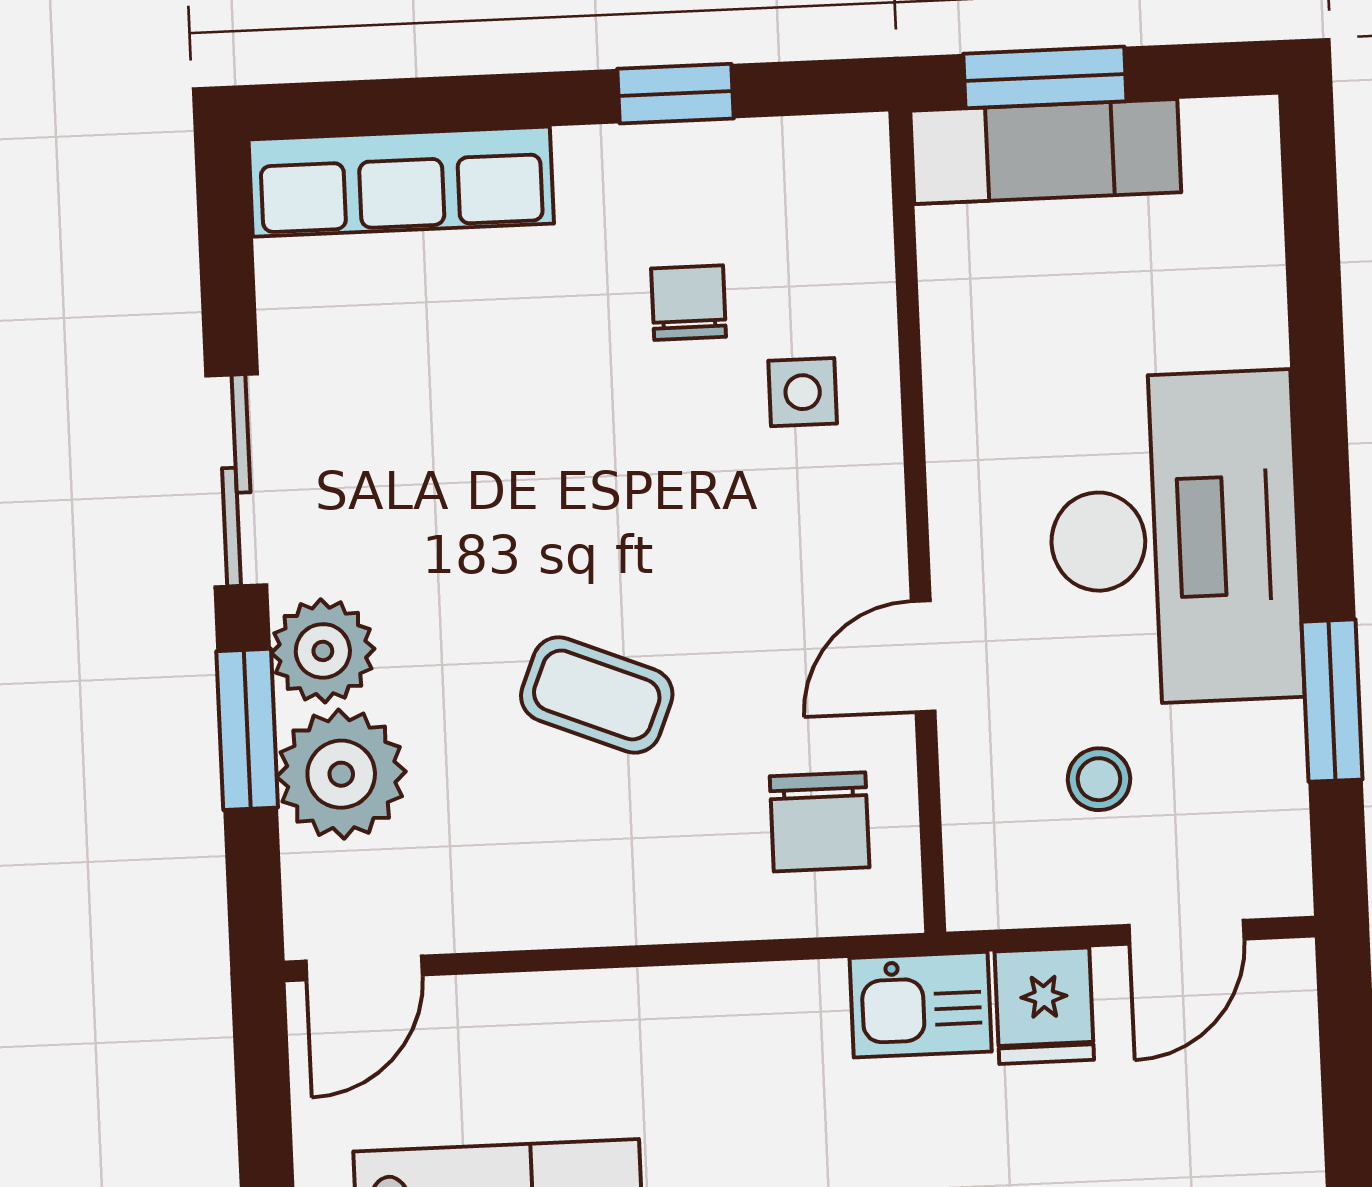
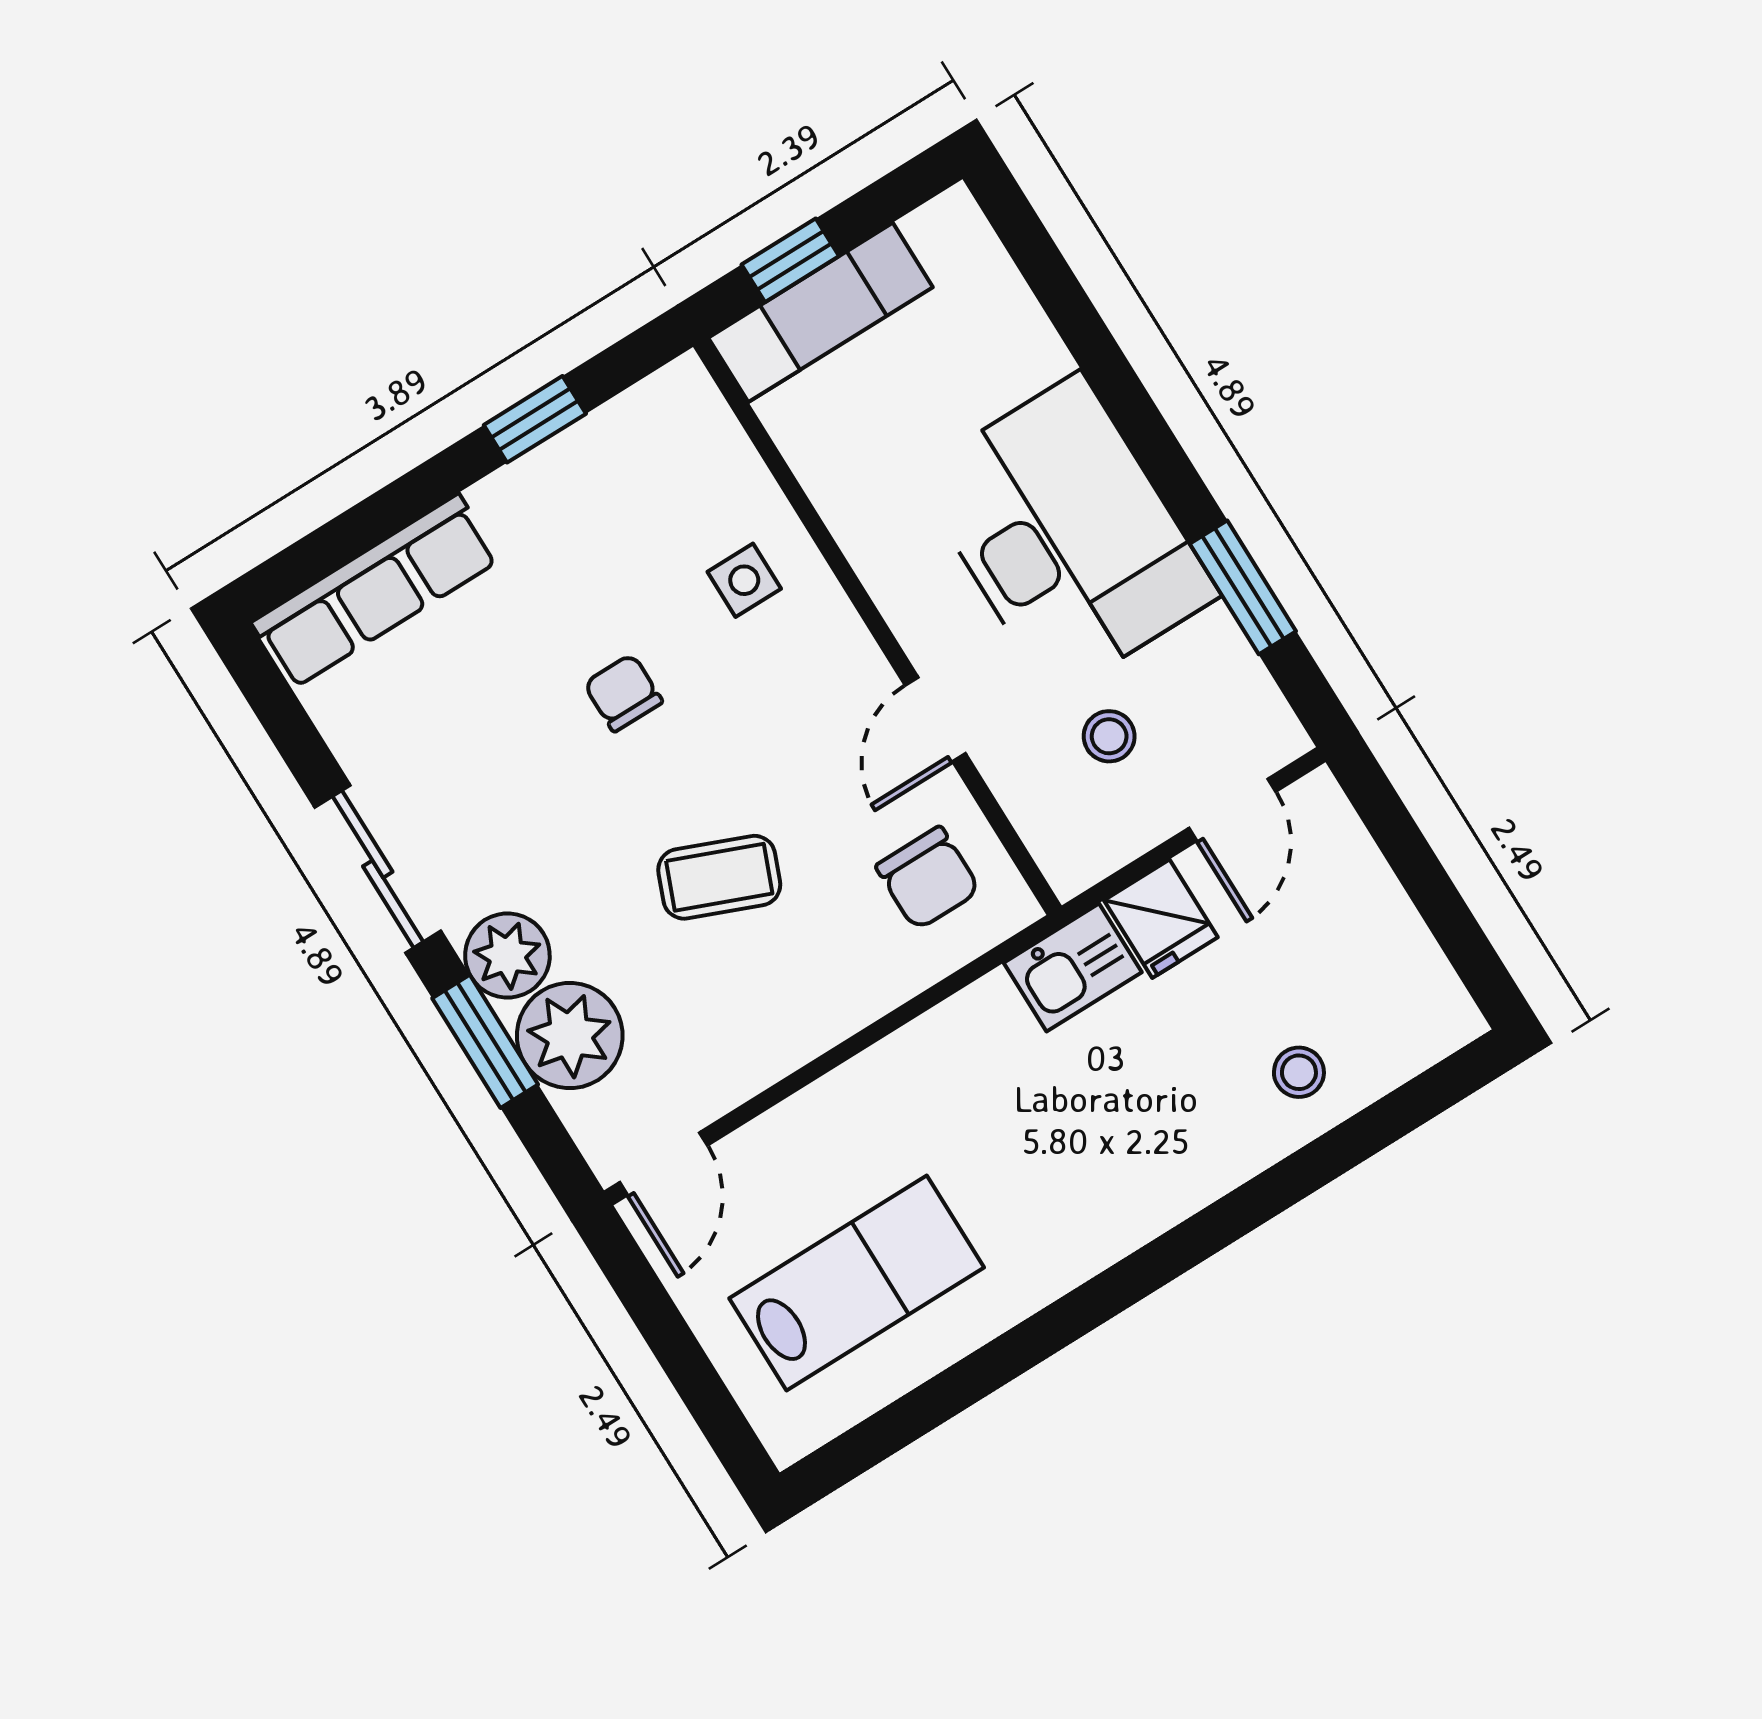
window: (1045, 77) -> (790, 260), width x0.67
chair: (689, 303) -> (623, 693), moved

